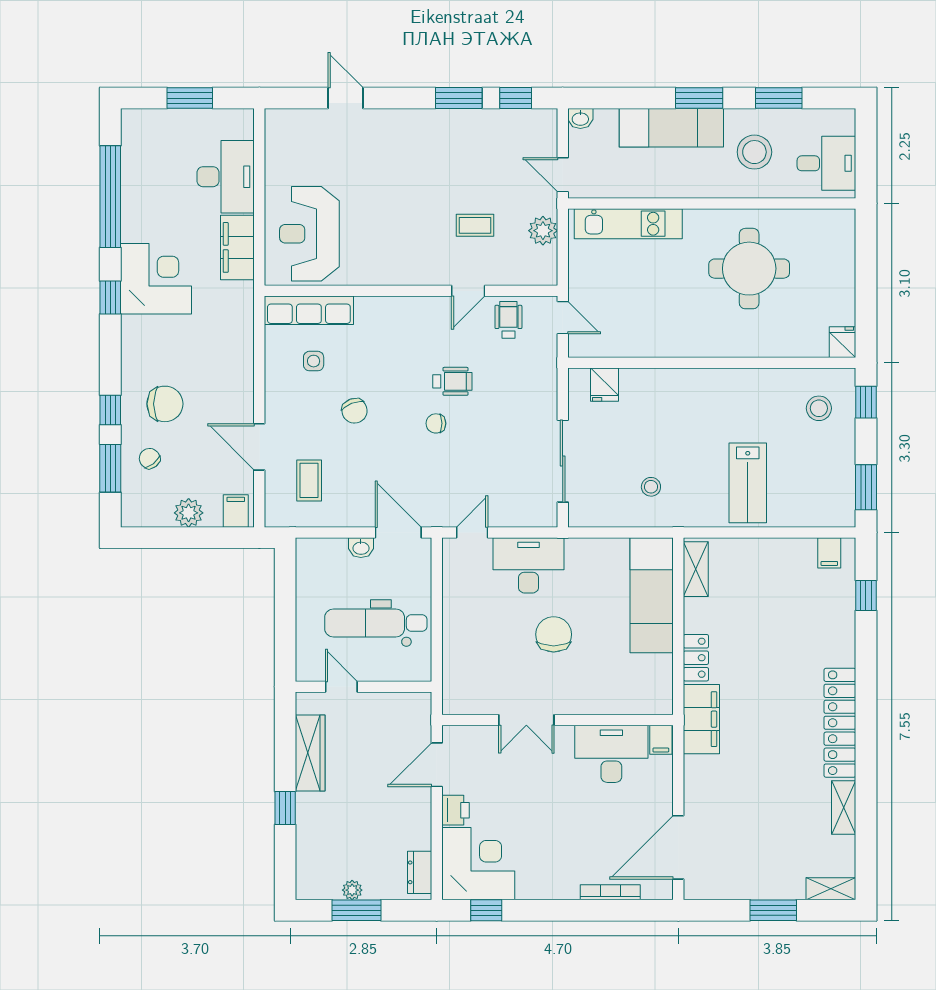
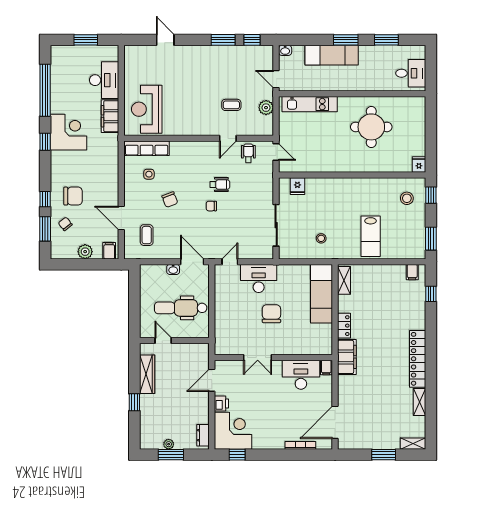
stool: (754, 152) -> (374, 67), removed

